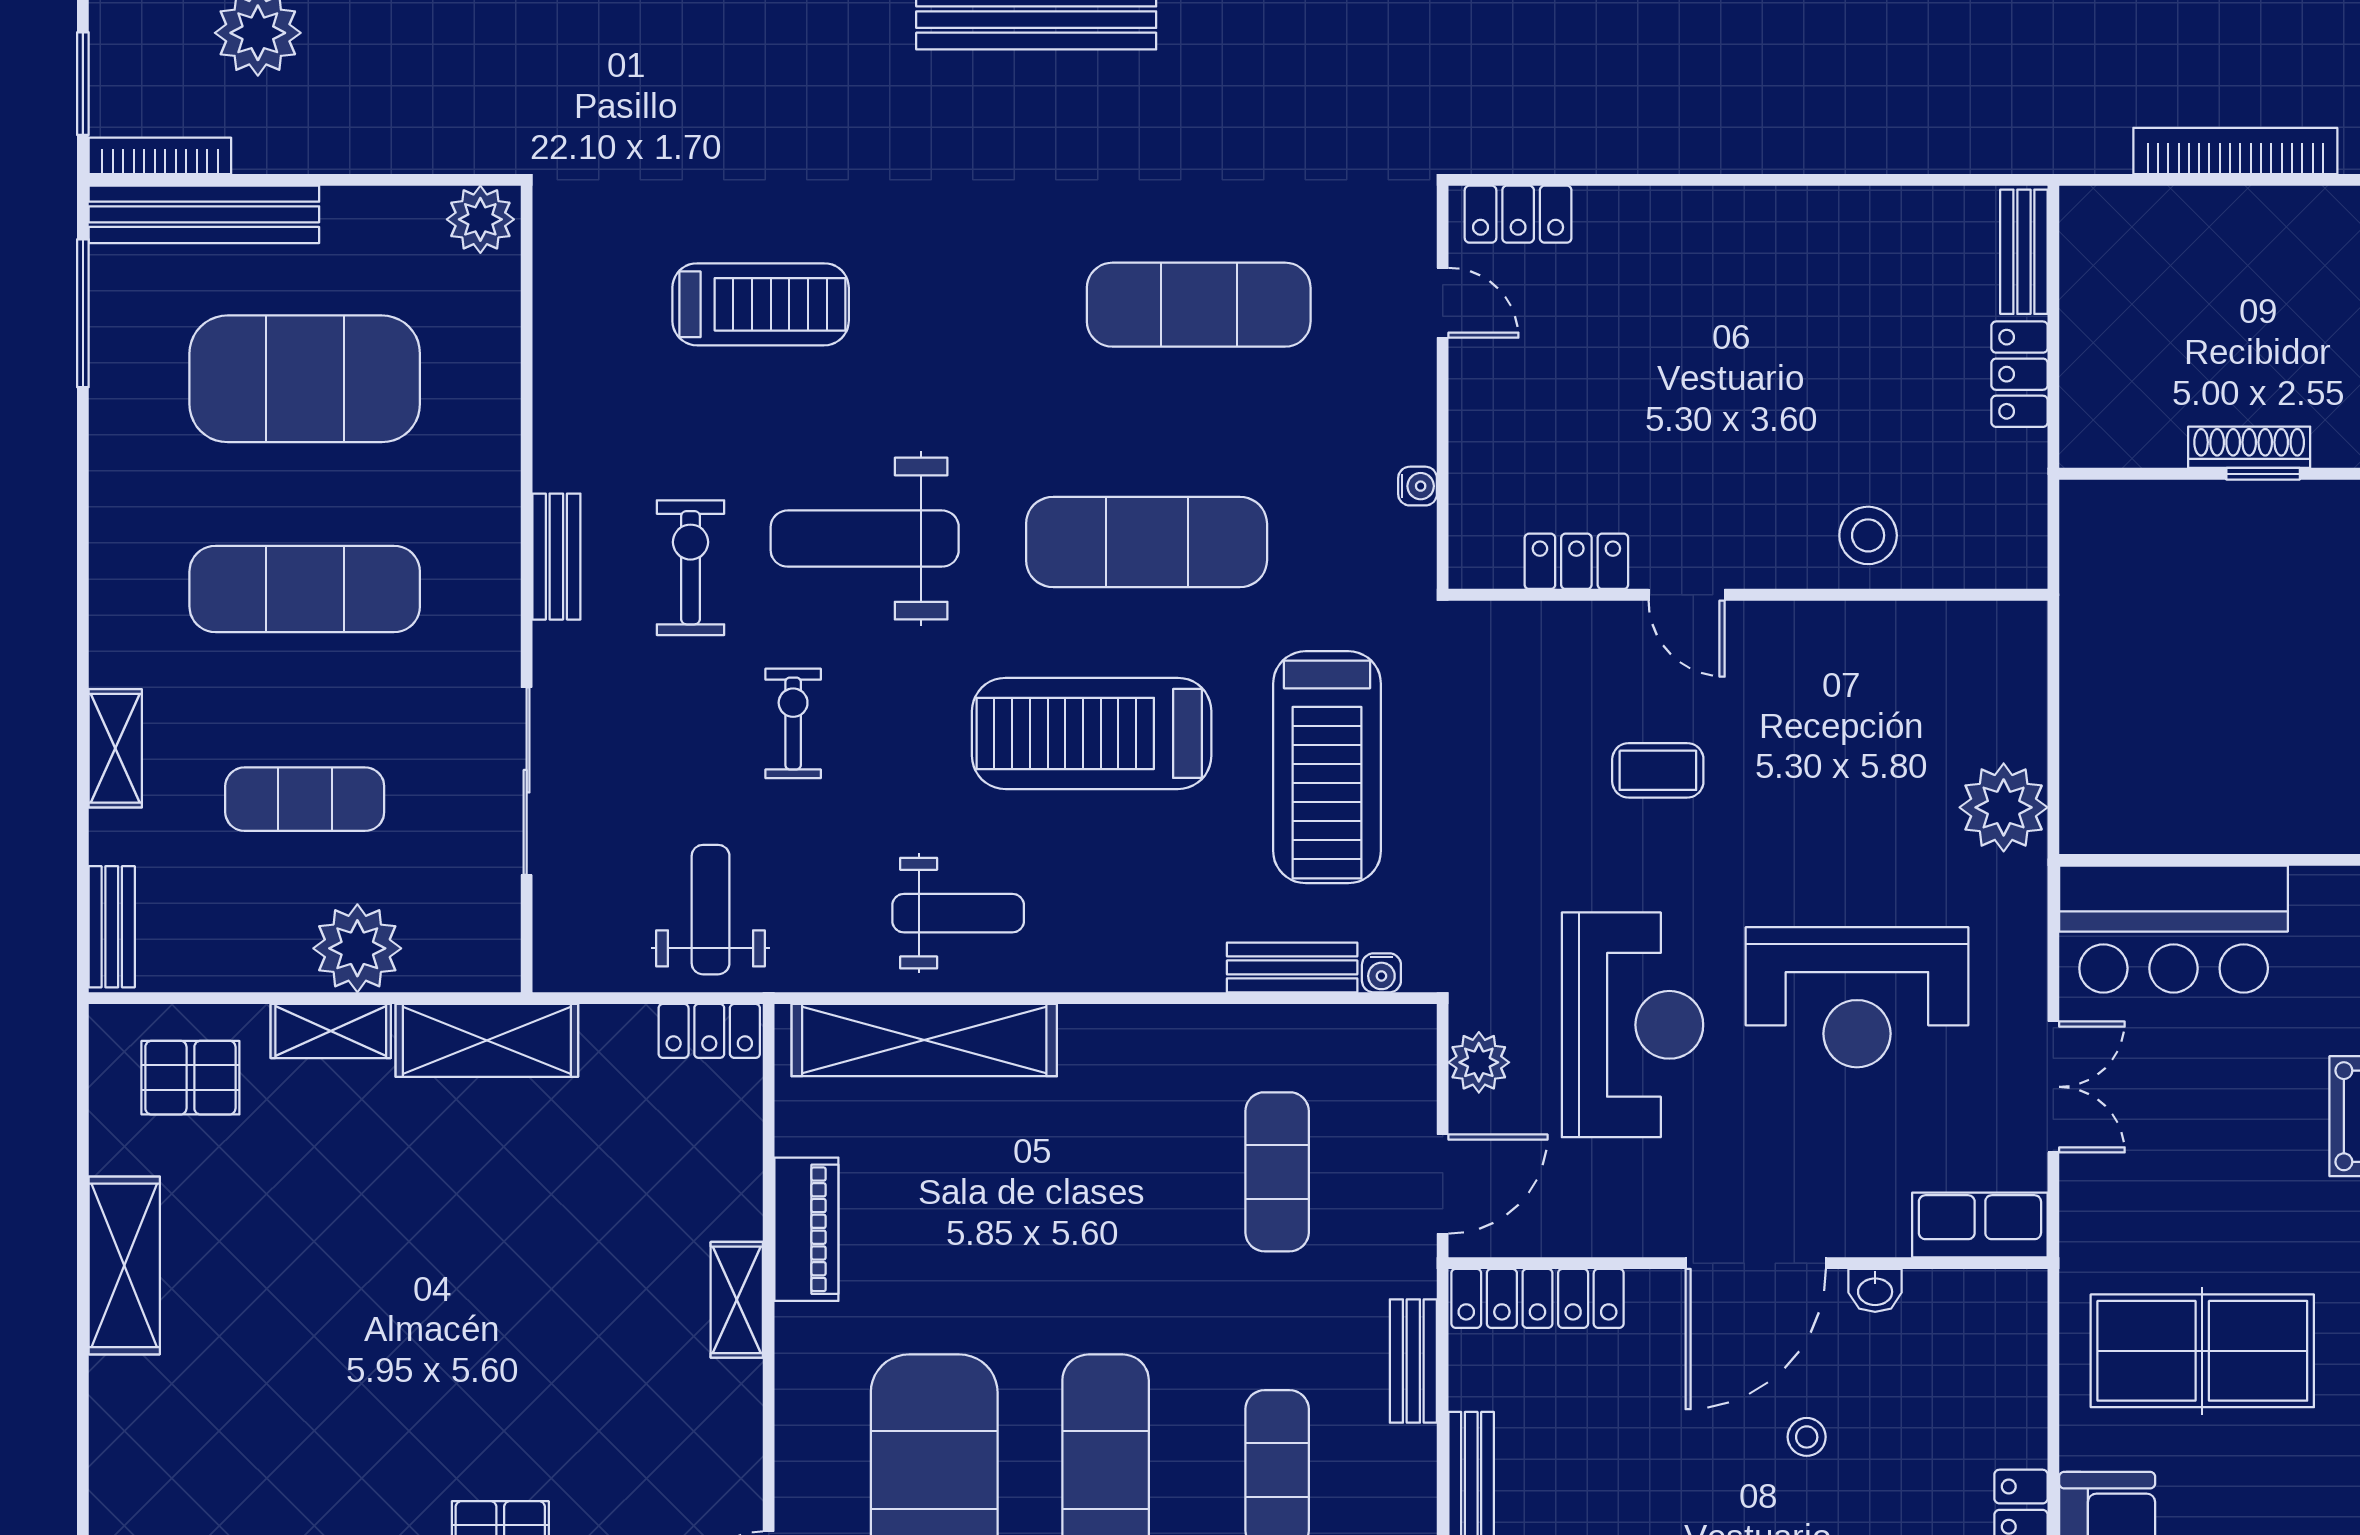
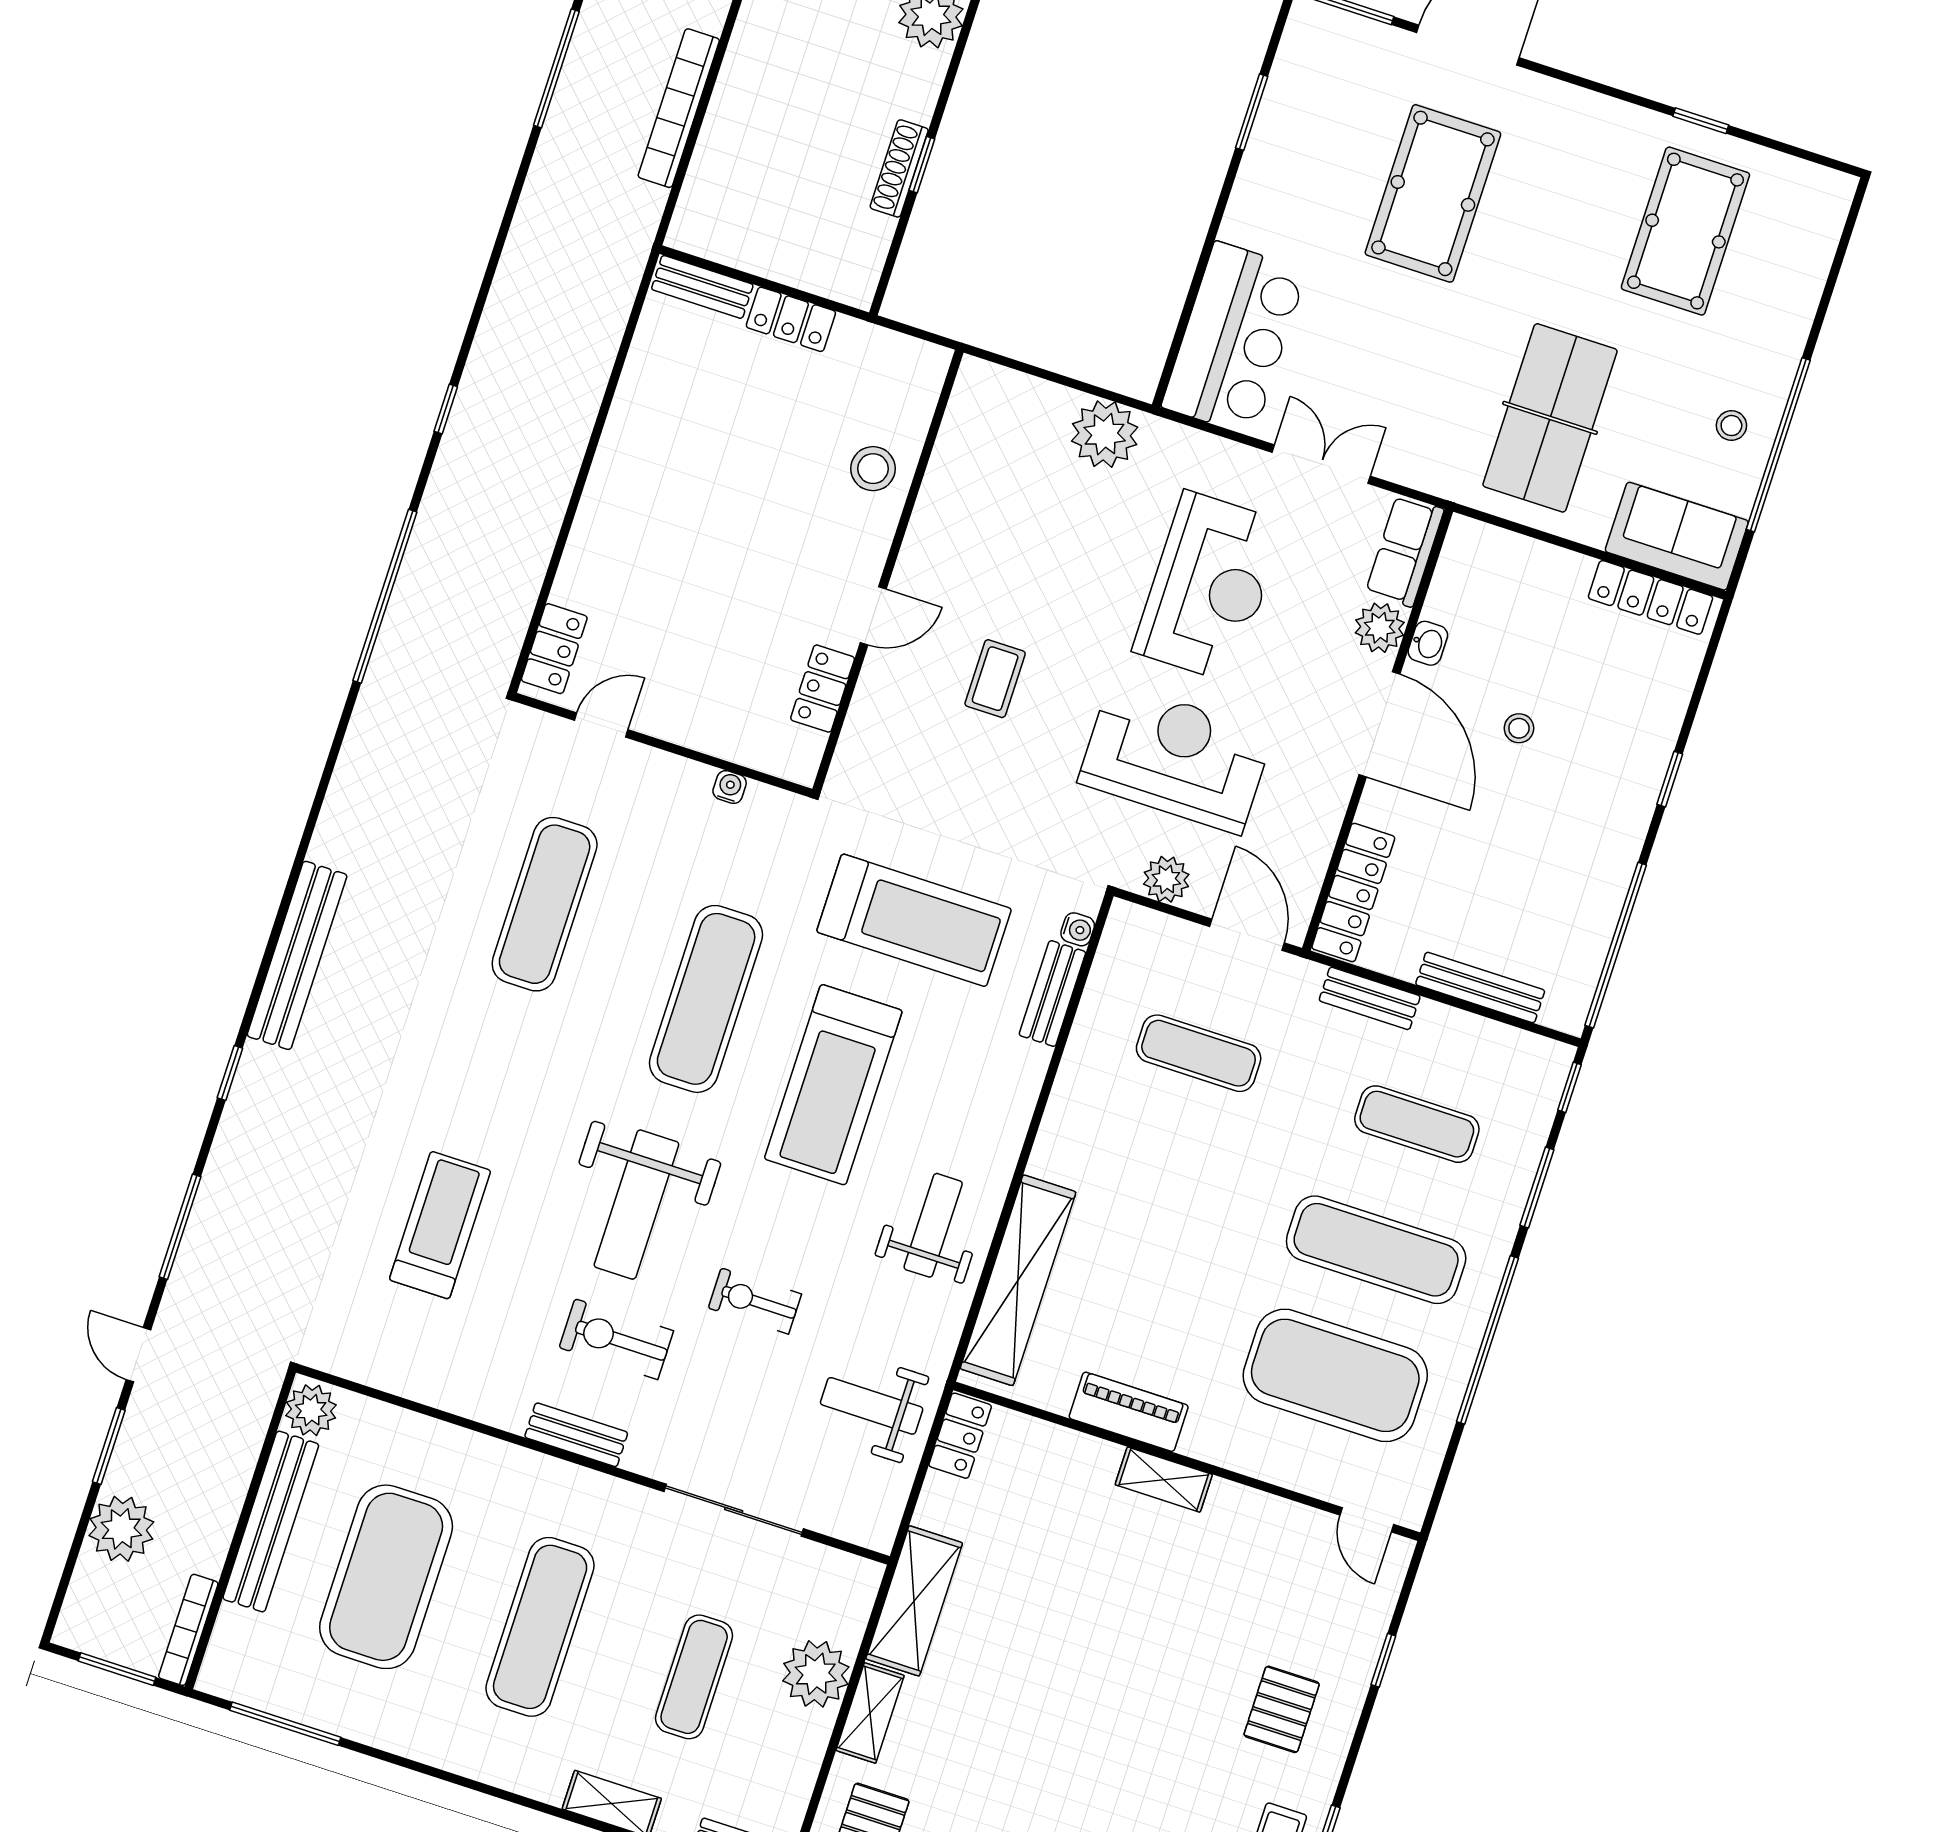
bench: (204, 214) -> (271, 1522), moved
plant: (1875, 1225) -> (1380, 628), added

